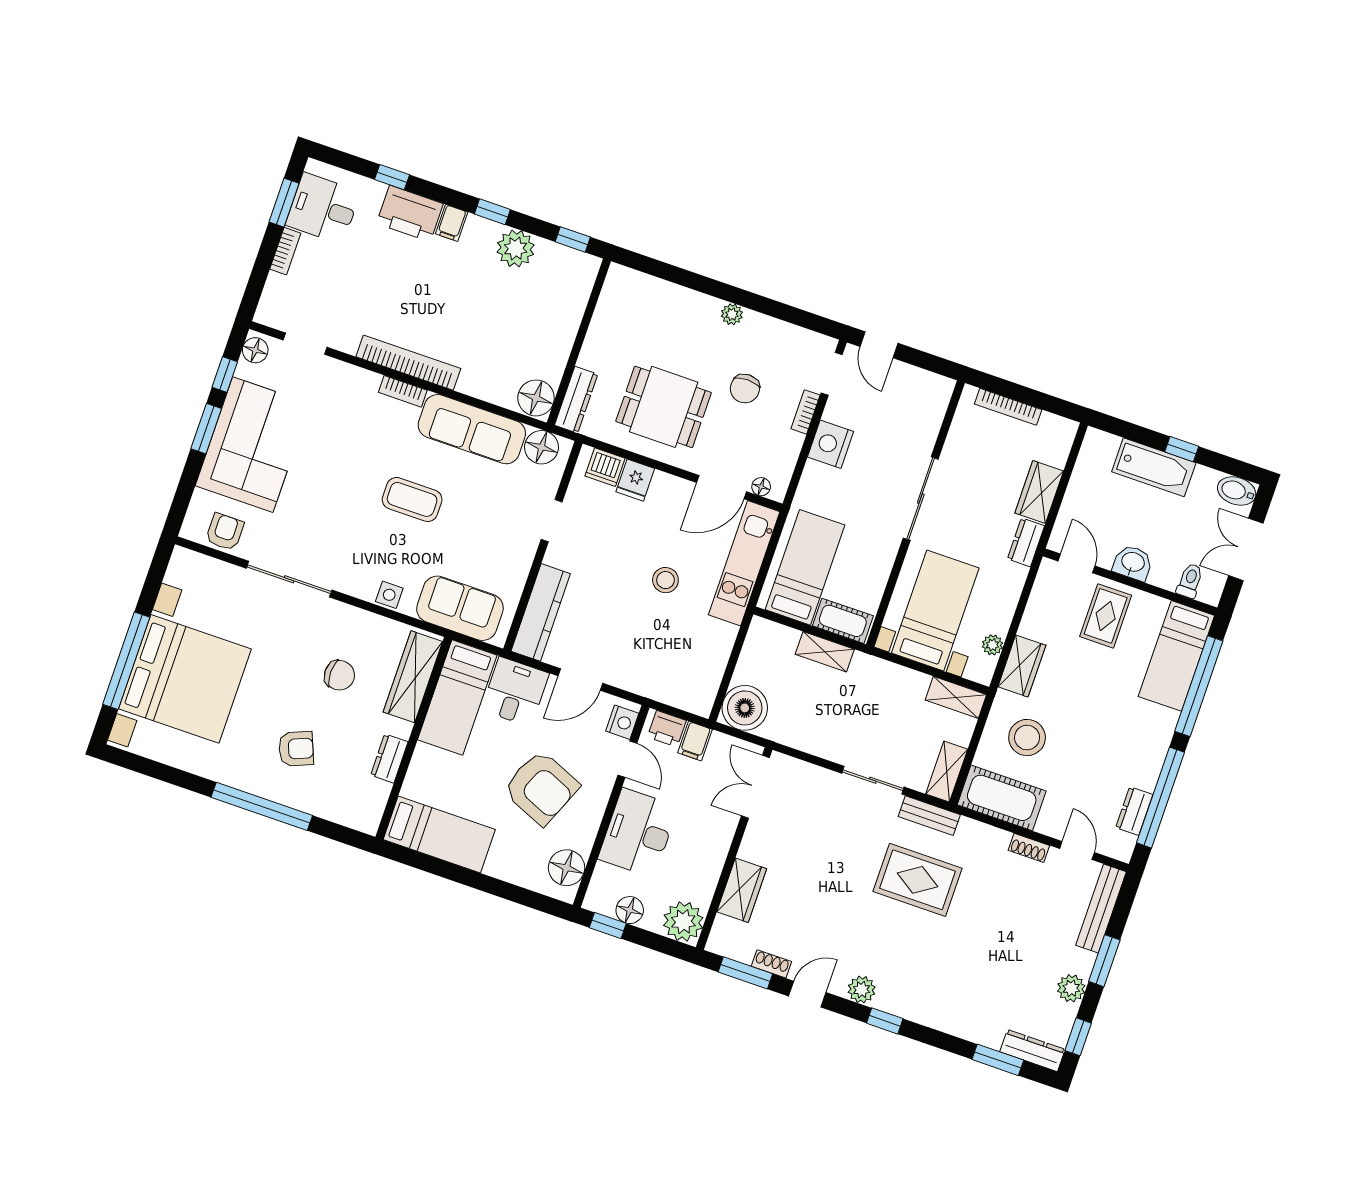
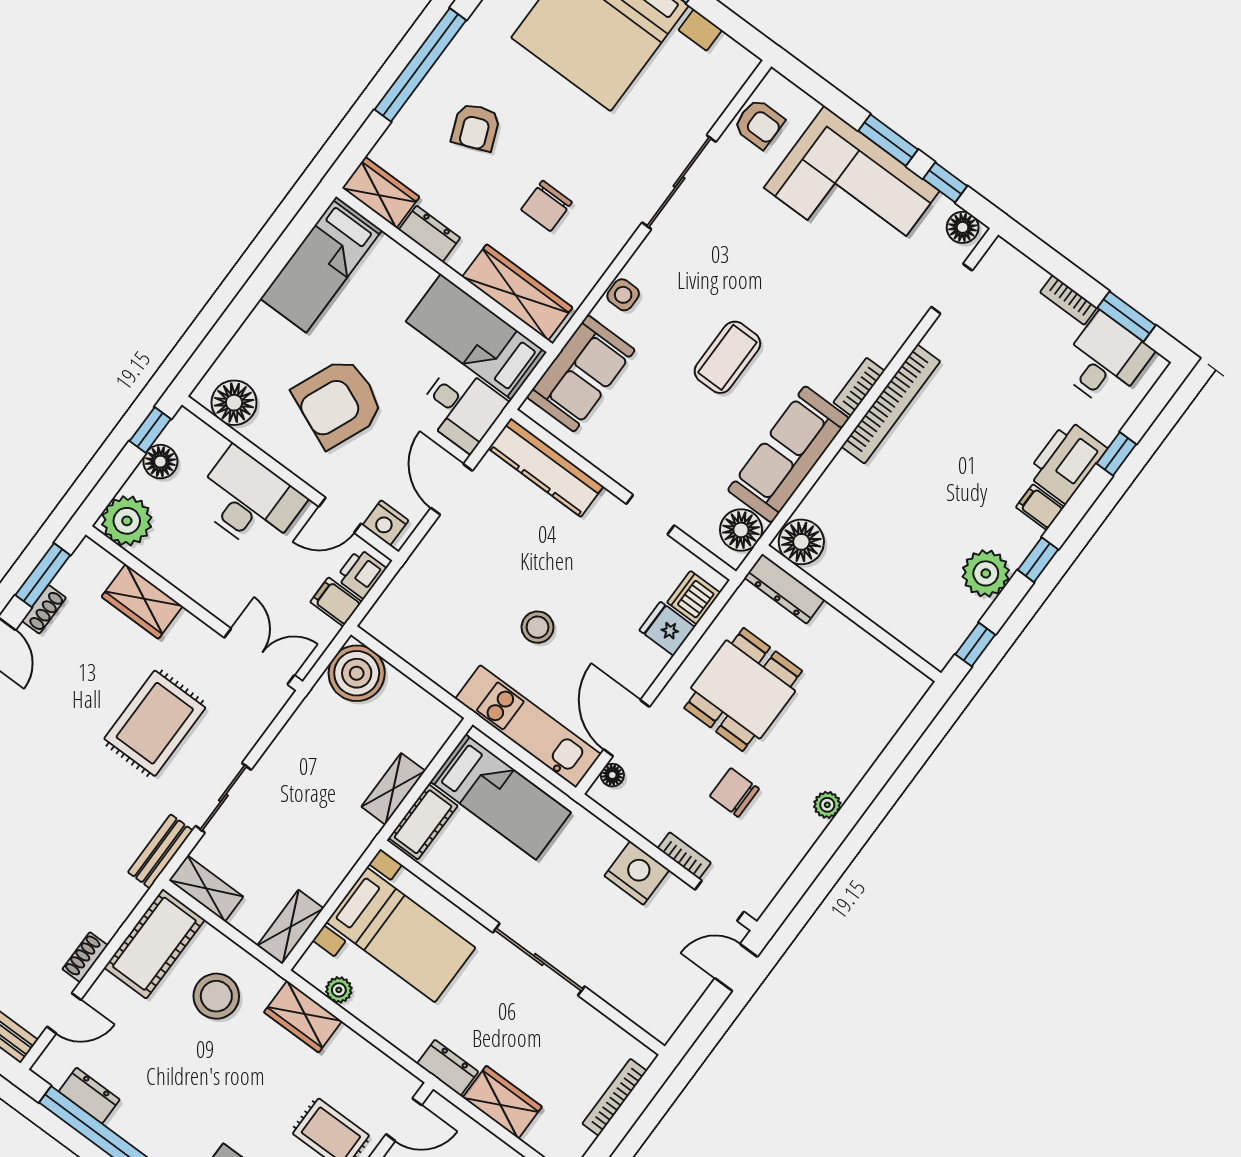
wardrobe: (369, 806) -> (381, 192), added
rug: (918, 880) -> (155, 723), moved

